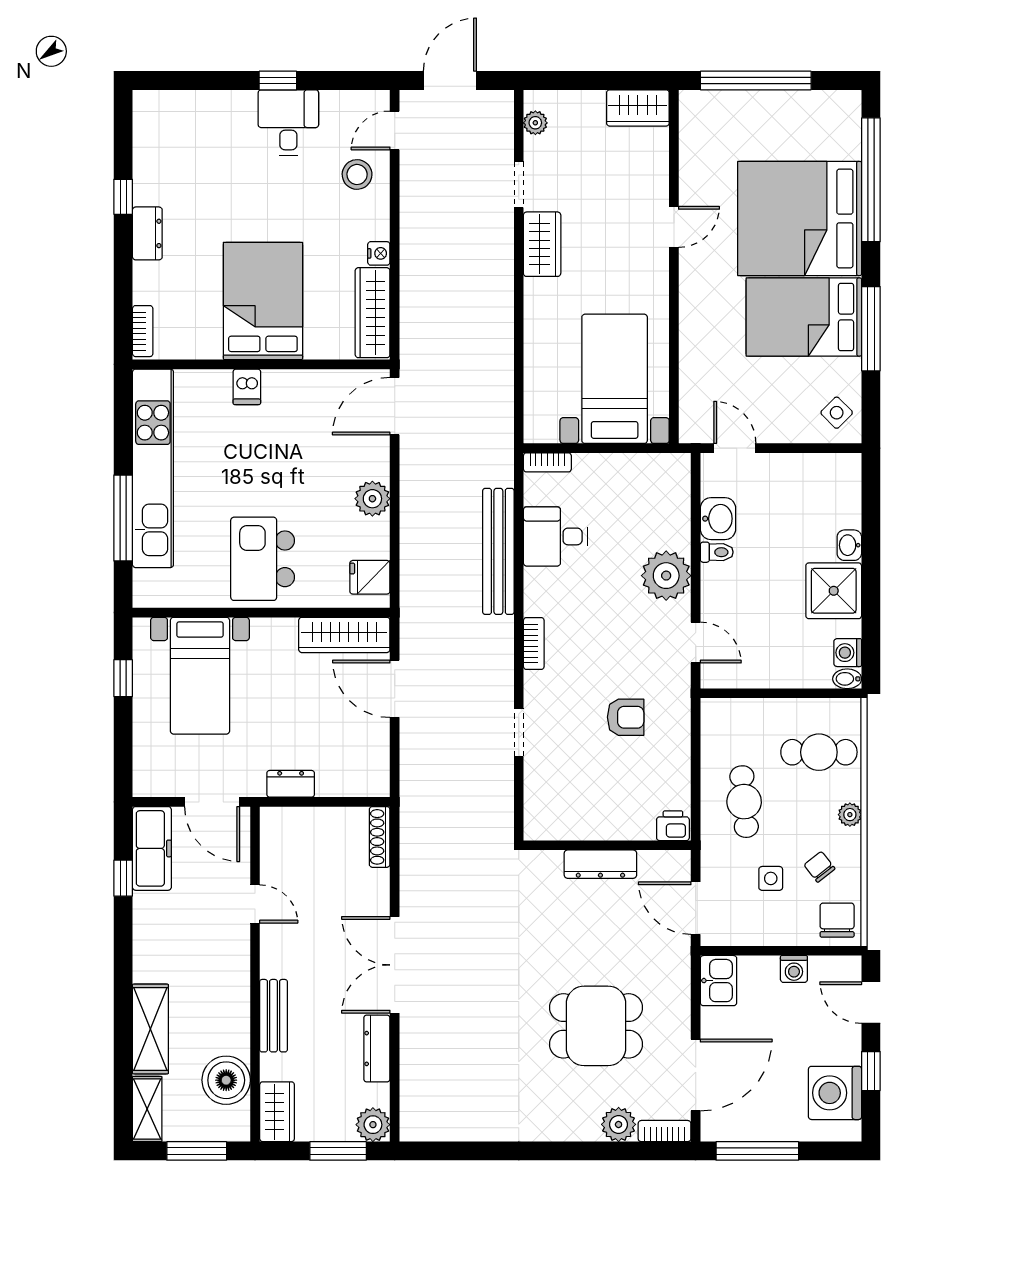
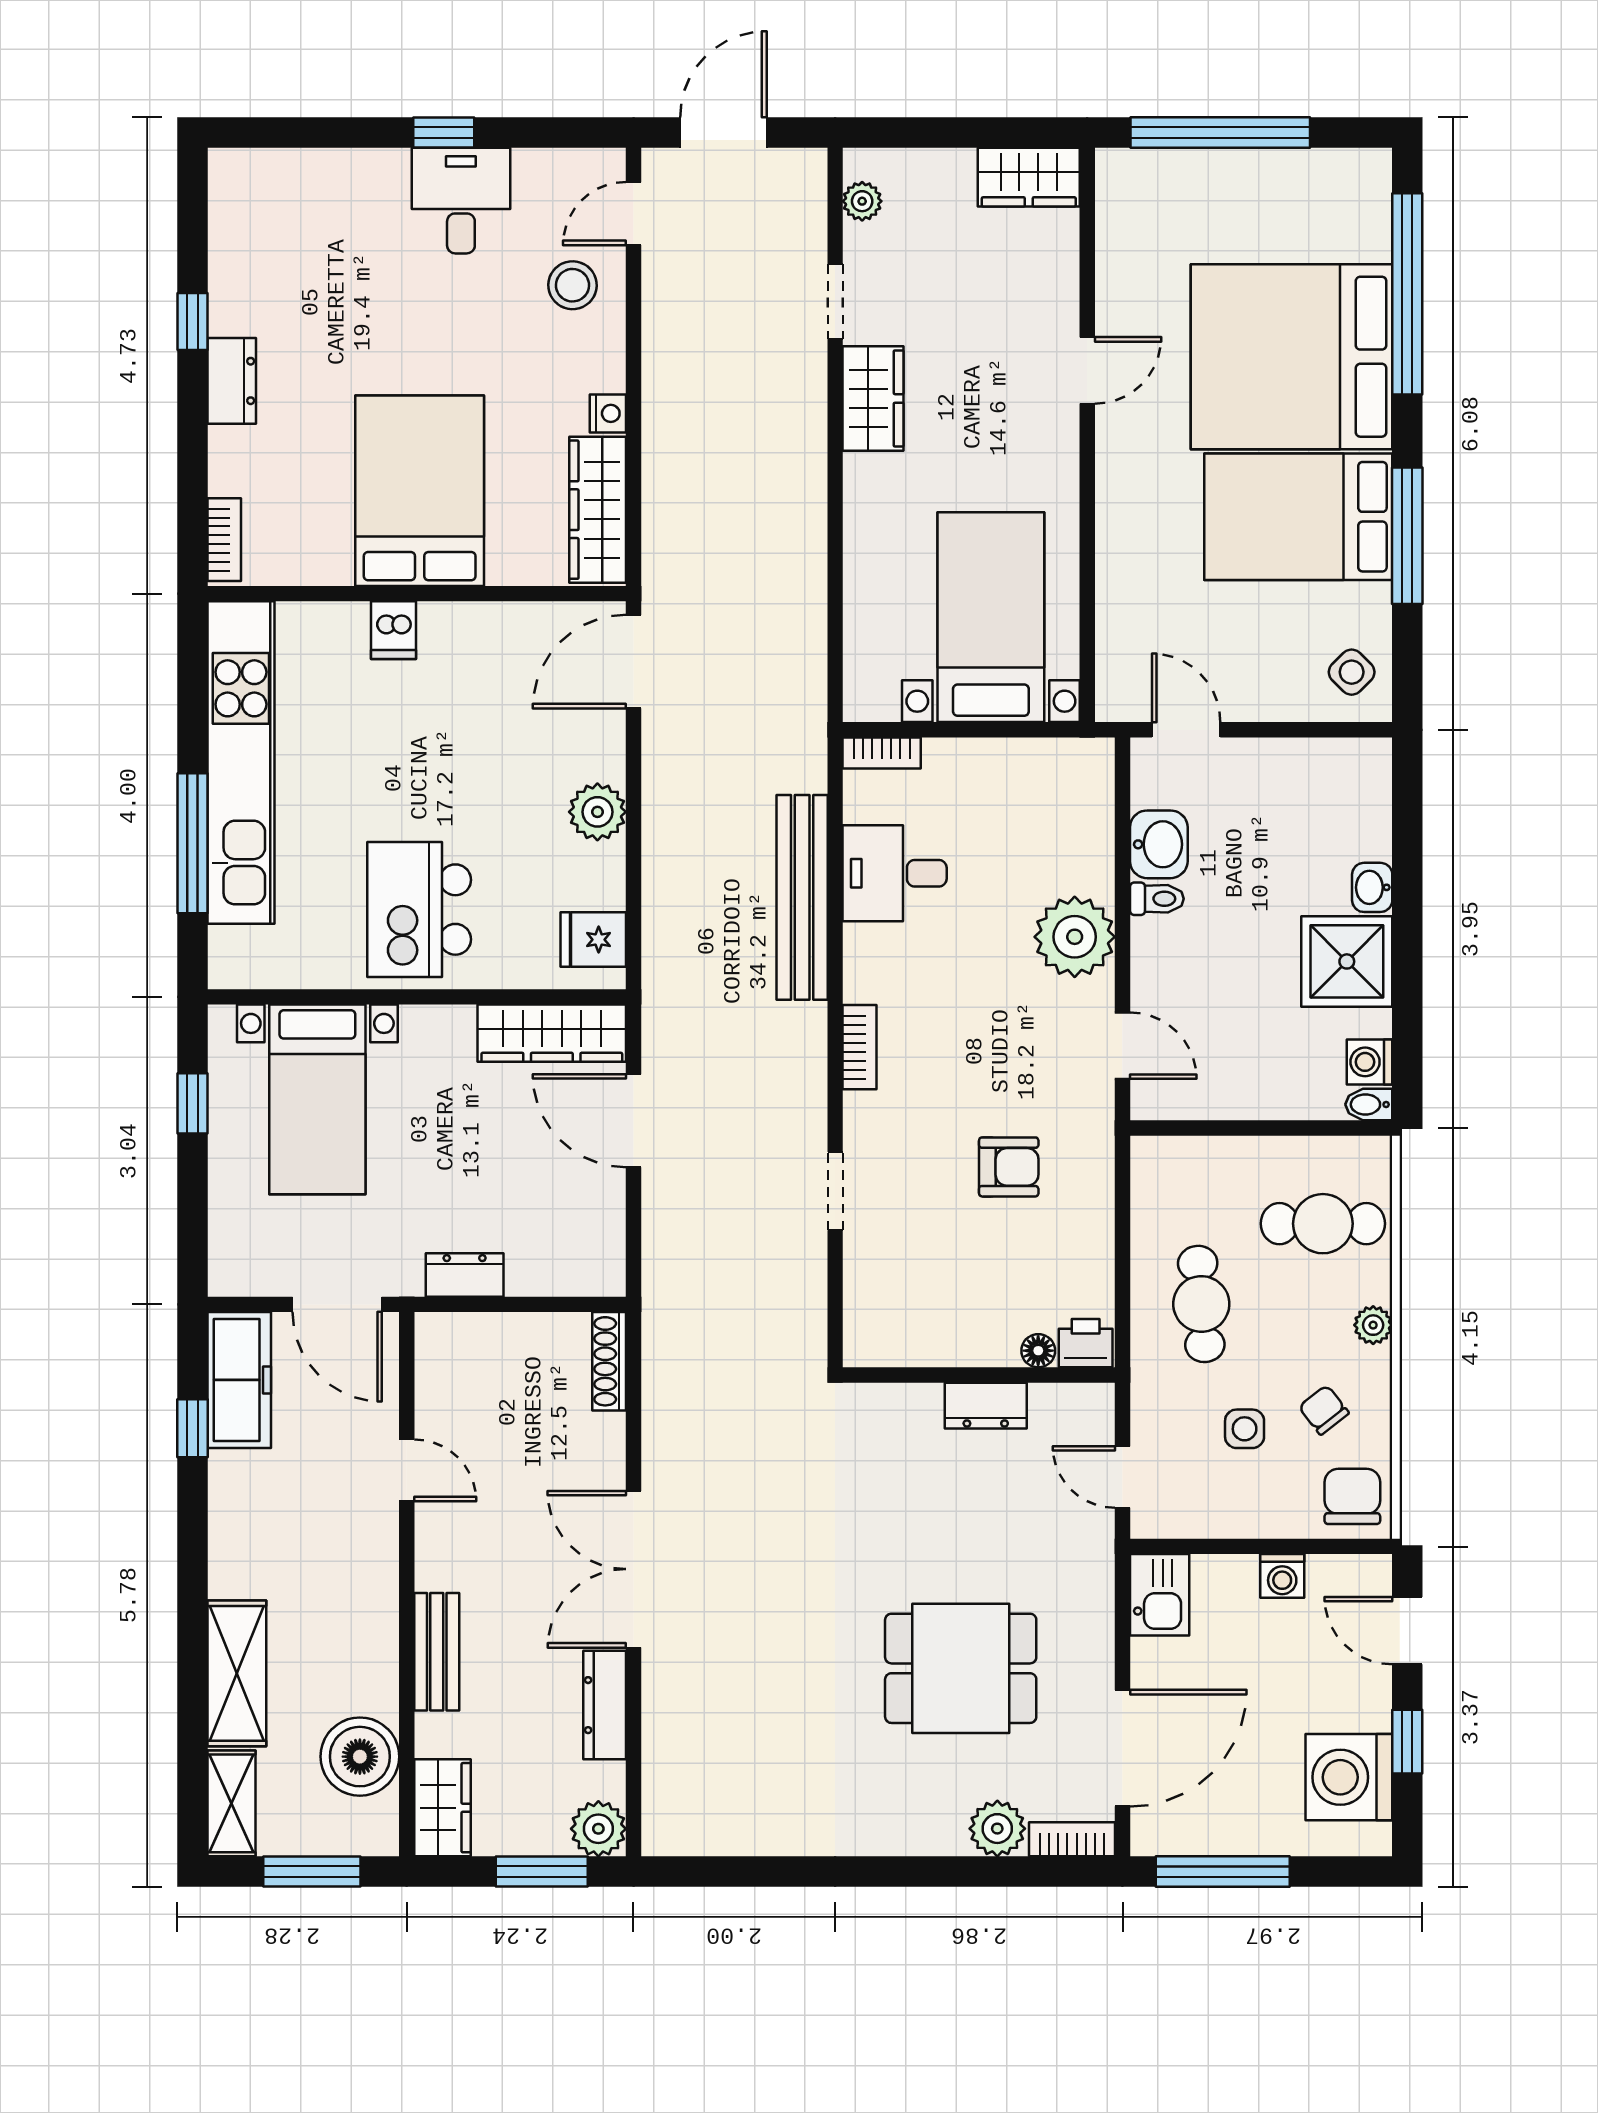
floor lamp: (644, 830) -> (1038, 1351), added
dresser: (600, 864) -> (986, 1406), width x0.70
door: (696, 908) -> (1122, 1477), width x0.73

